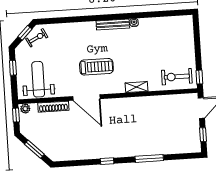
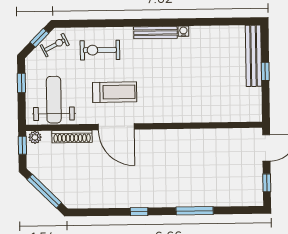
bench: (188, 39) -> (254, 56), added
treadmill: (96, 67) -> (115, 92), moved
exercise bike: (177, 77) -> (100, 50), moved
window: (199, 77) -> (265, 71), moved
shelving: (137, 87) -> (183, 116), removed
window: (34, 149) -> (44, 191), width x1.44

